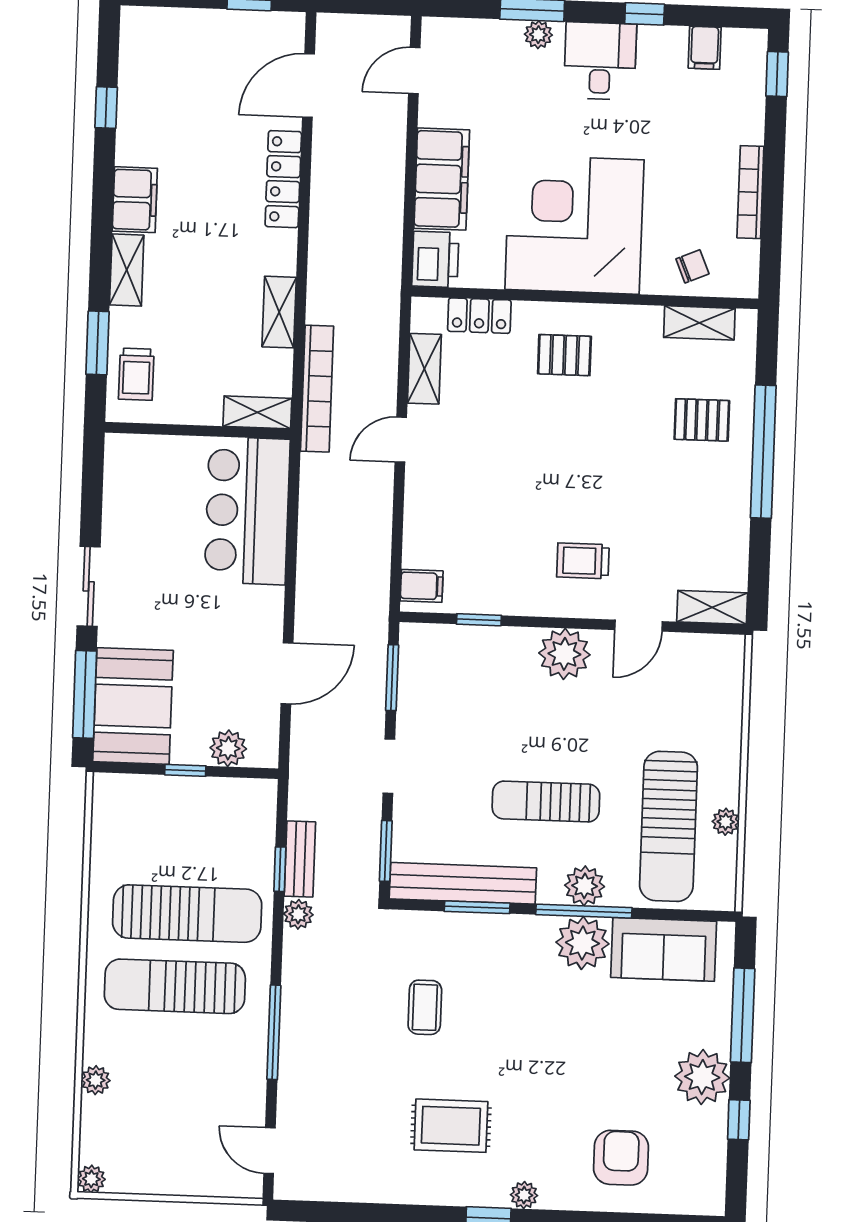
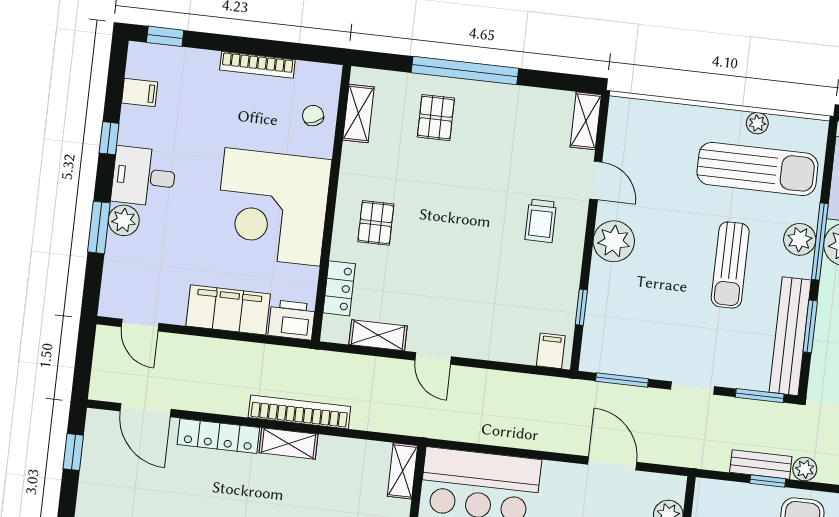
plant: (538, 35) -> (124, 220), width x1.38, depth x1.38
shelving: (279, 312) -> (289, 443), moved
bookcase: (317, 389) -> (299, 412), moved

